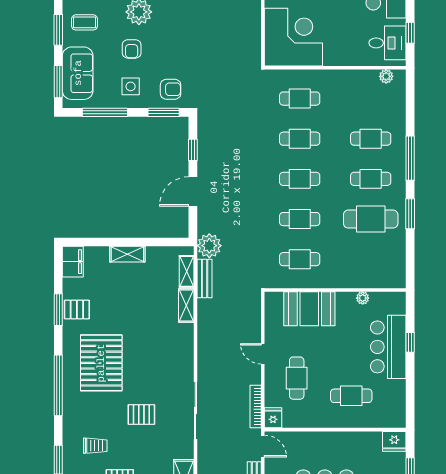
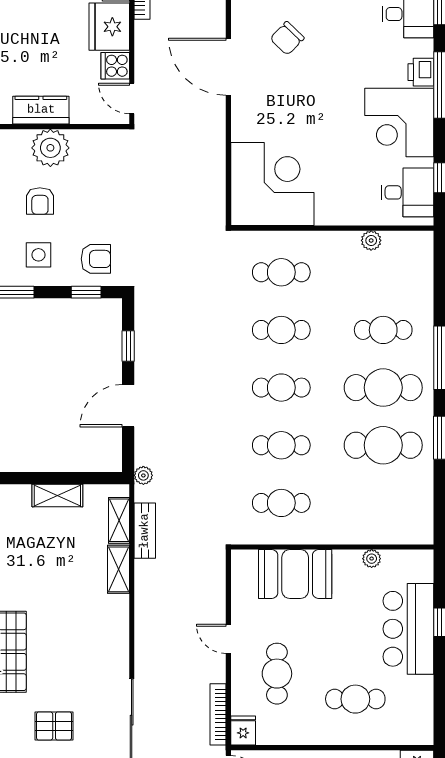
plant: (386, 76) -> (371, 240), moved
window: (164, 112) -> (86, 292), width x0.67
cafe table: (371, 179) -> (383, 388), width x1.37, depth x1.35
plant: (209, 246) -> (143, 475), width x0.53, depth x0.53
shelving: (127, 254) -> (57, 496), moved

